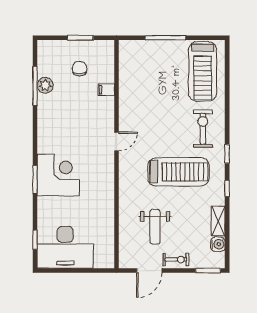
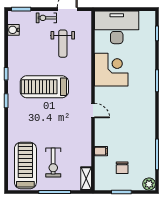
plant: (45, 85) -> (149, 184), moved
exercise bike: (203, 129) -> (53, 162), moved
door: (117, 141) -> (93, 111), swing flipped
corner desk: (58, 175) -> (111, 70), moved, turned 180
shelving: (218, 221) -> (86, 179), moved
weight bench: (155, 227) -> (63, 44), turned 180
desk: (65, 247) -> (117, 27), moved

